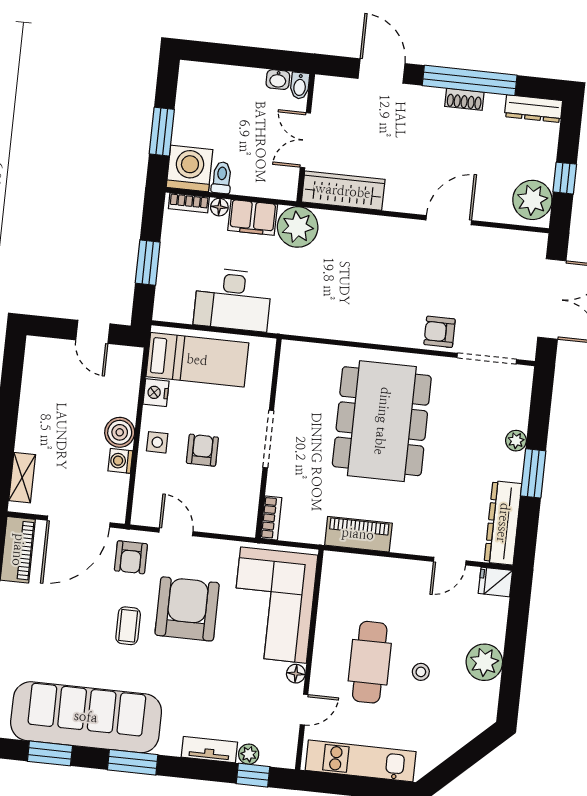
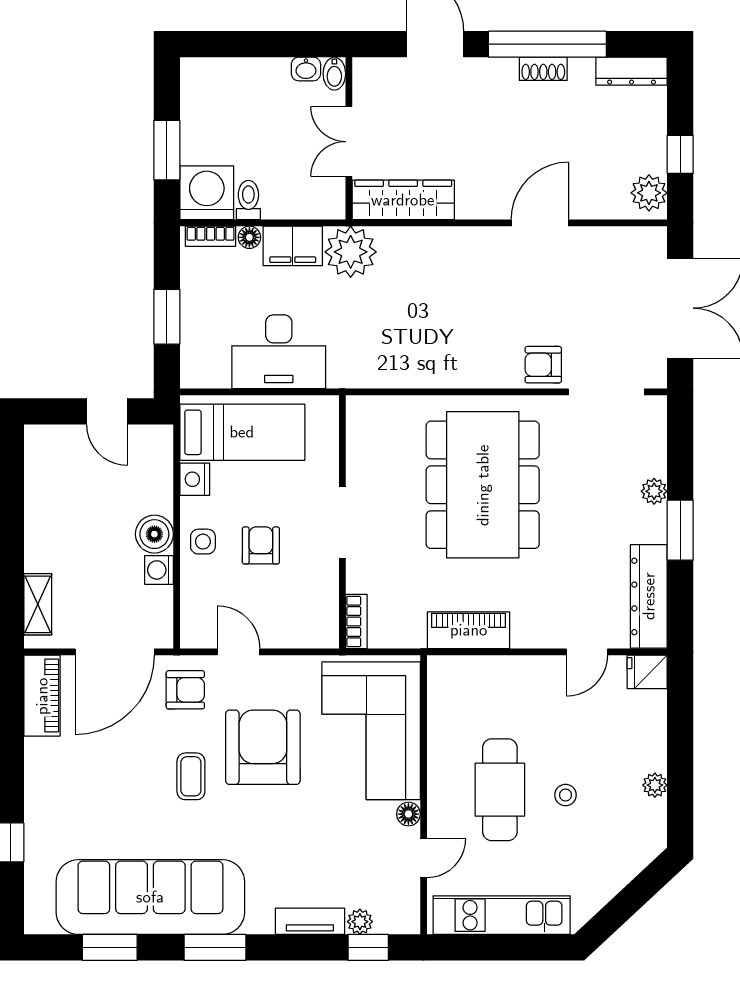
plant: (532, 200) -> (649, 193), width x0.73, depth x0.73
armchair: (131, 557) -> (185, 690), turned -90
plant: (484, 662) -> (655, 785), width x0.53, depth x0.53

